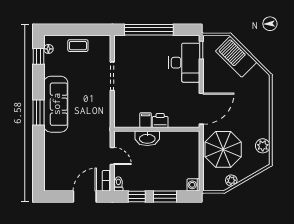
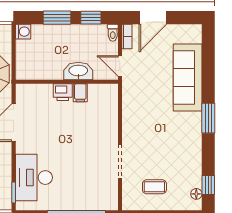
coffee table: (78, 46) -> (154, 187), moved
sofa: (56, 104) -> (188, 78), moved
filing cabinet: (146, 120) -> (80, 93), moved
printer: (160, 121) -> (63, 92), moved
wall: (157, 129) -> (67, 82), moved
washbasin: (147, 138) -> (78, 71), moved

